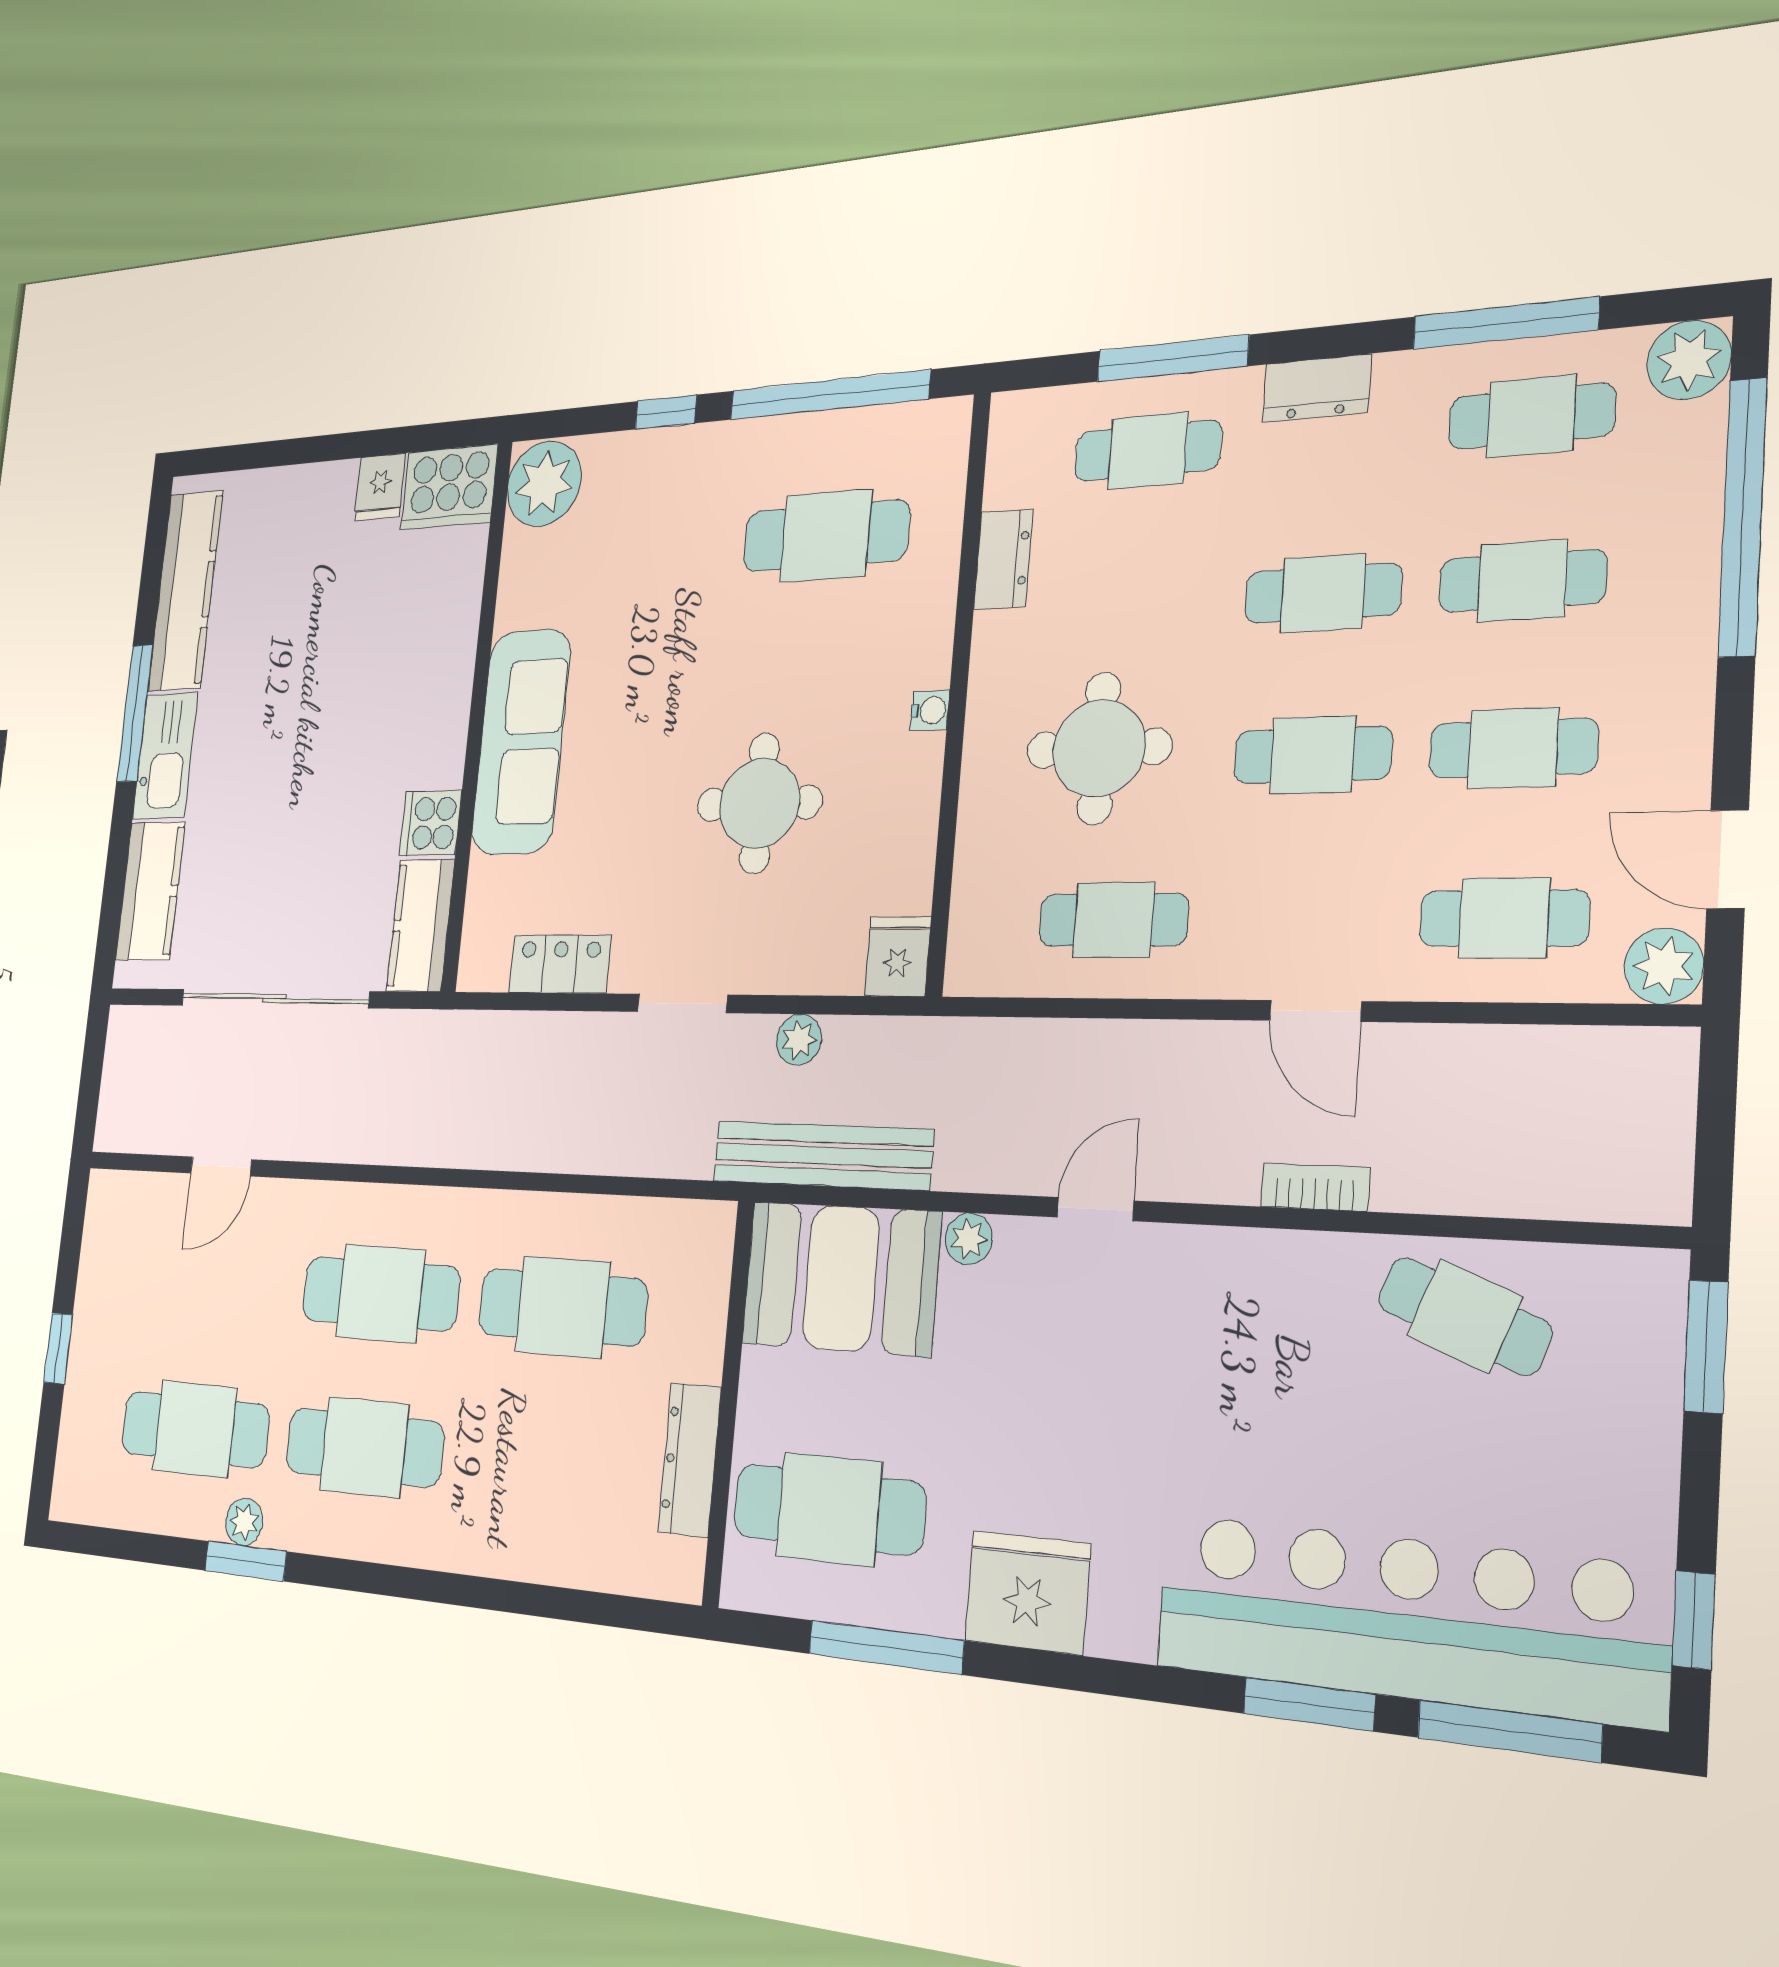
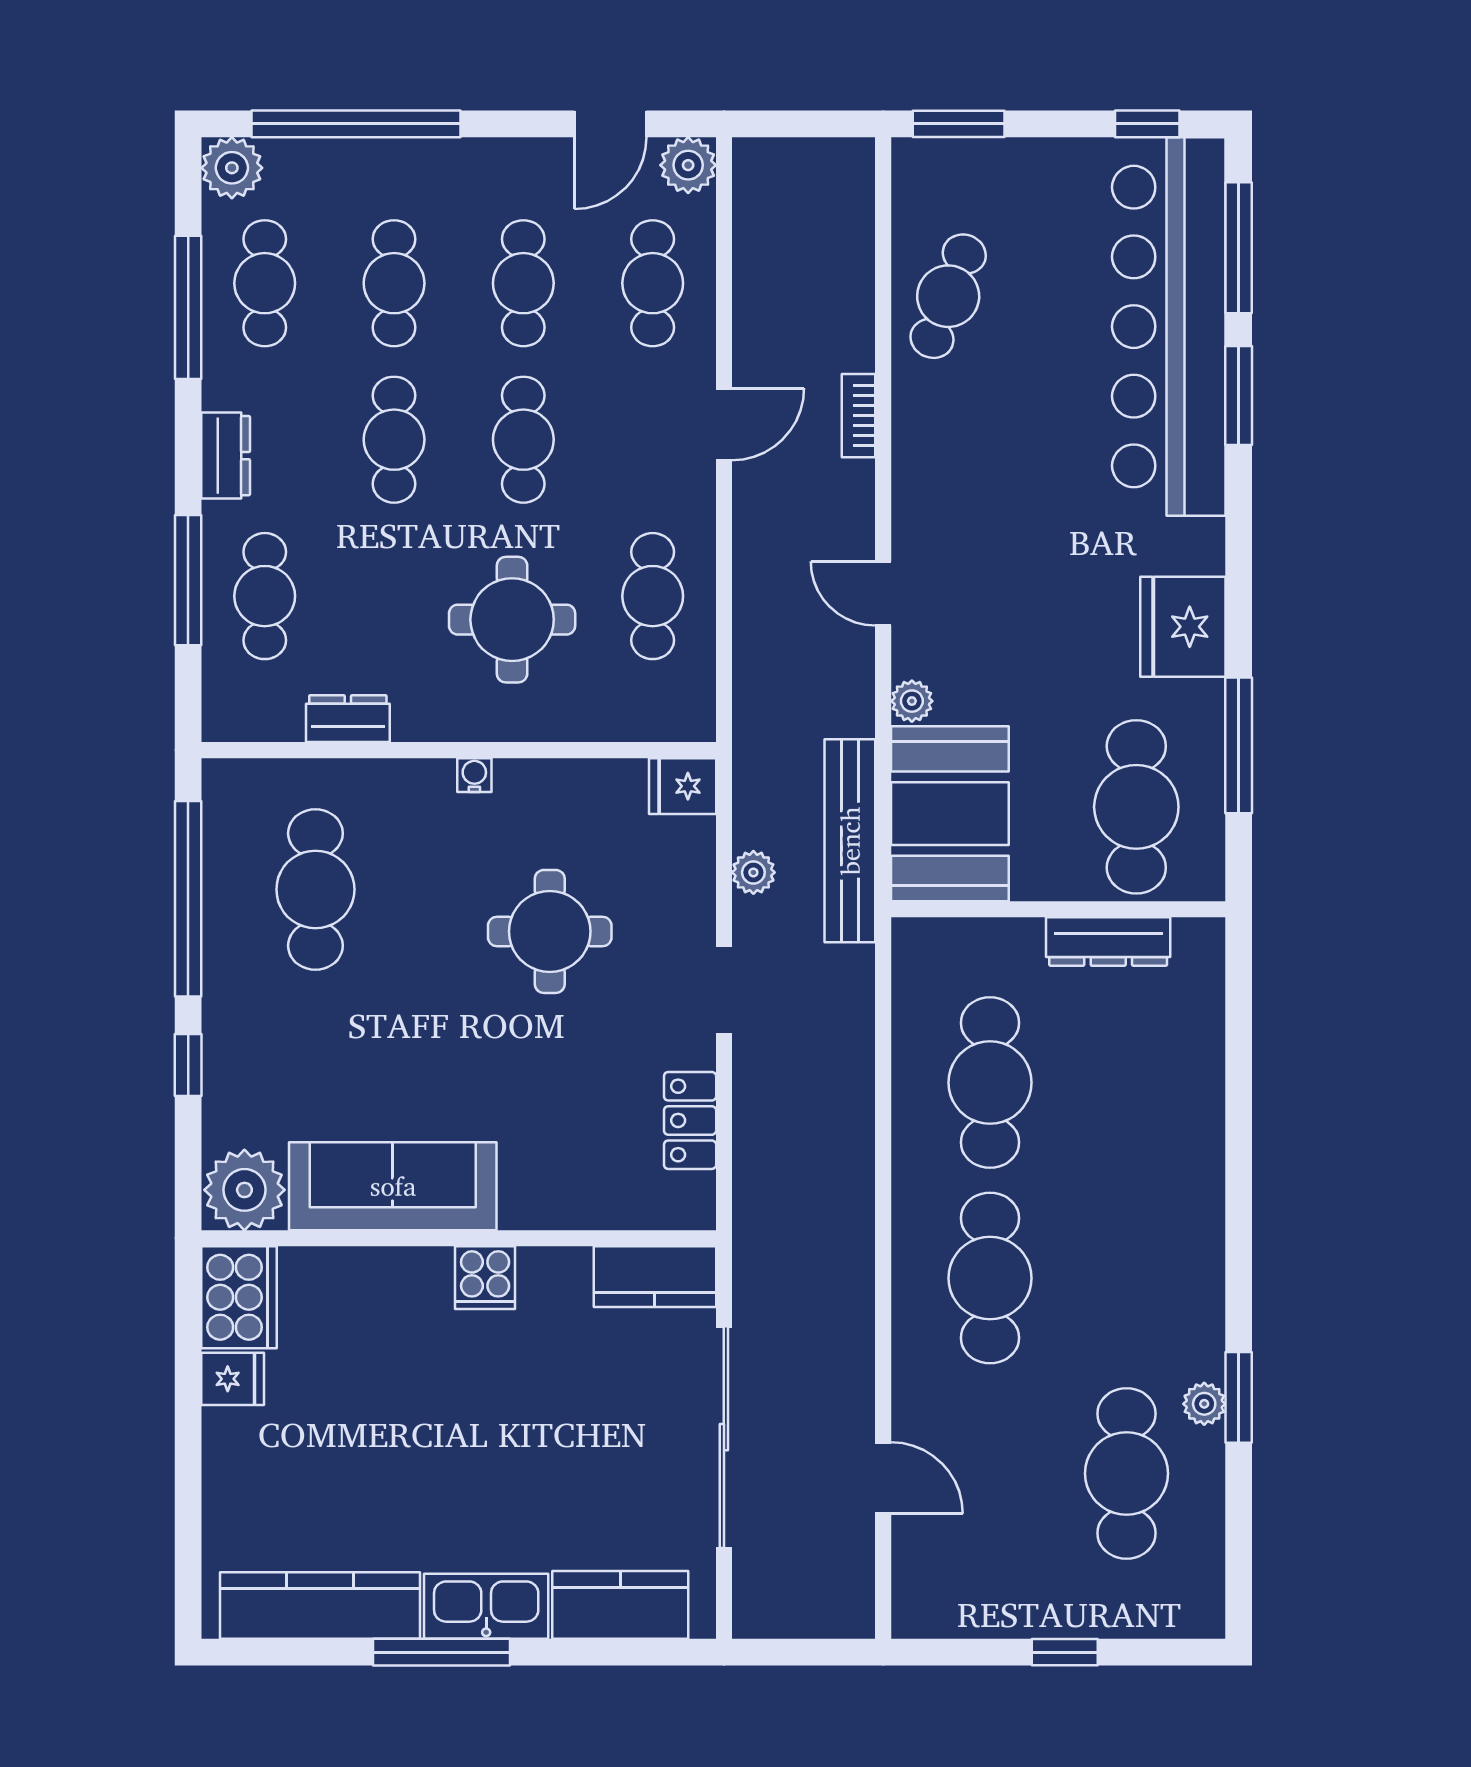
sofa: (521, 742) -> (393, 1186), moved
cooker: (431, 823) -> (485, 1278), moved
cafe table: (364, 1447) -> (1127, 1278), removed

